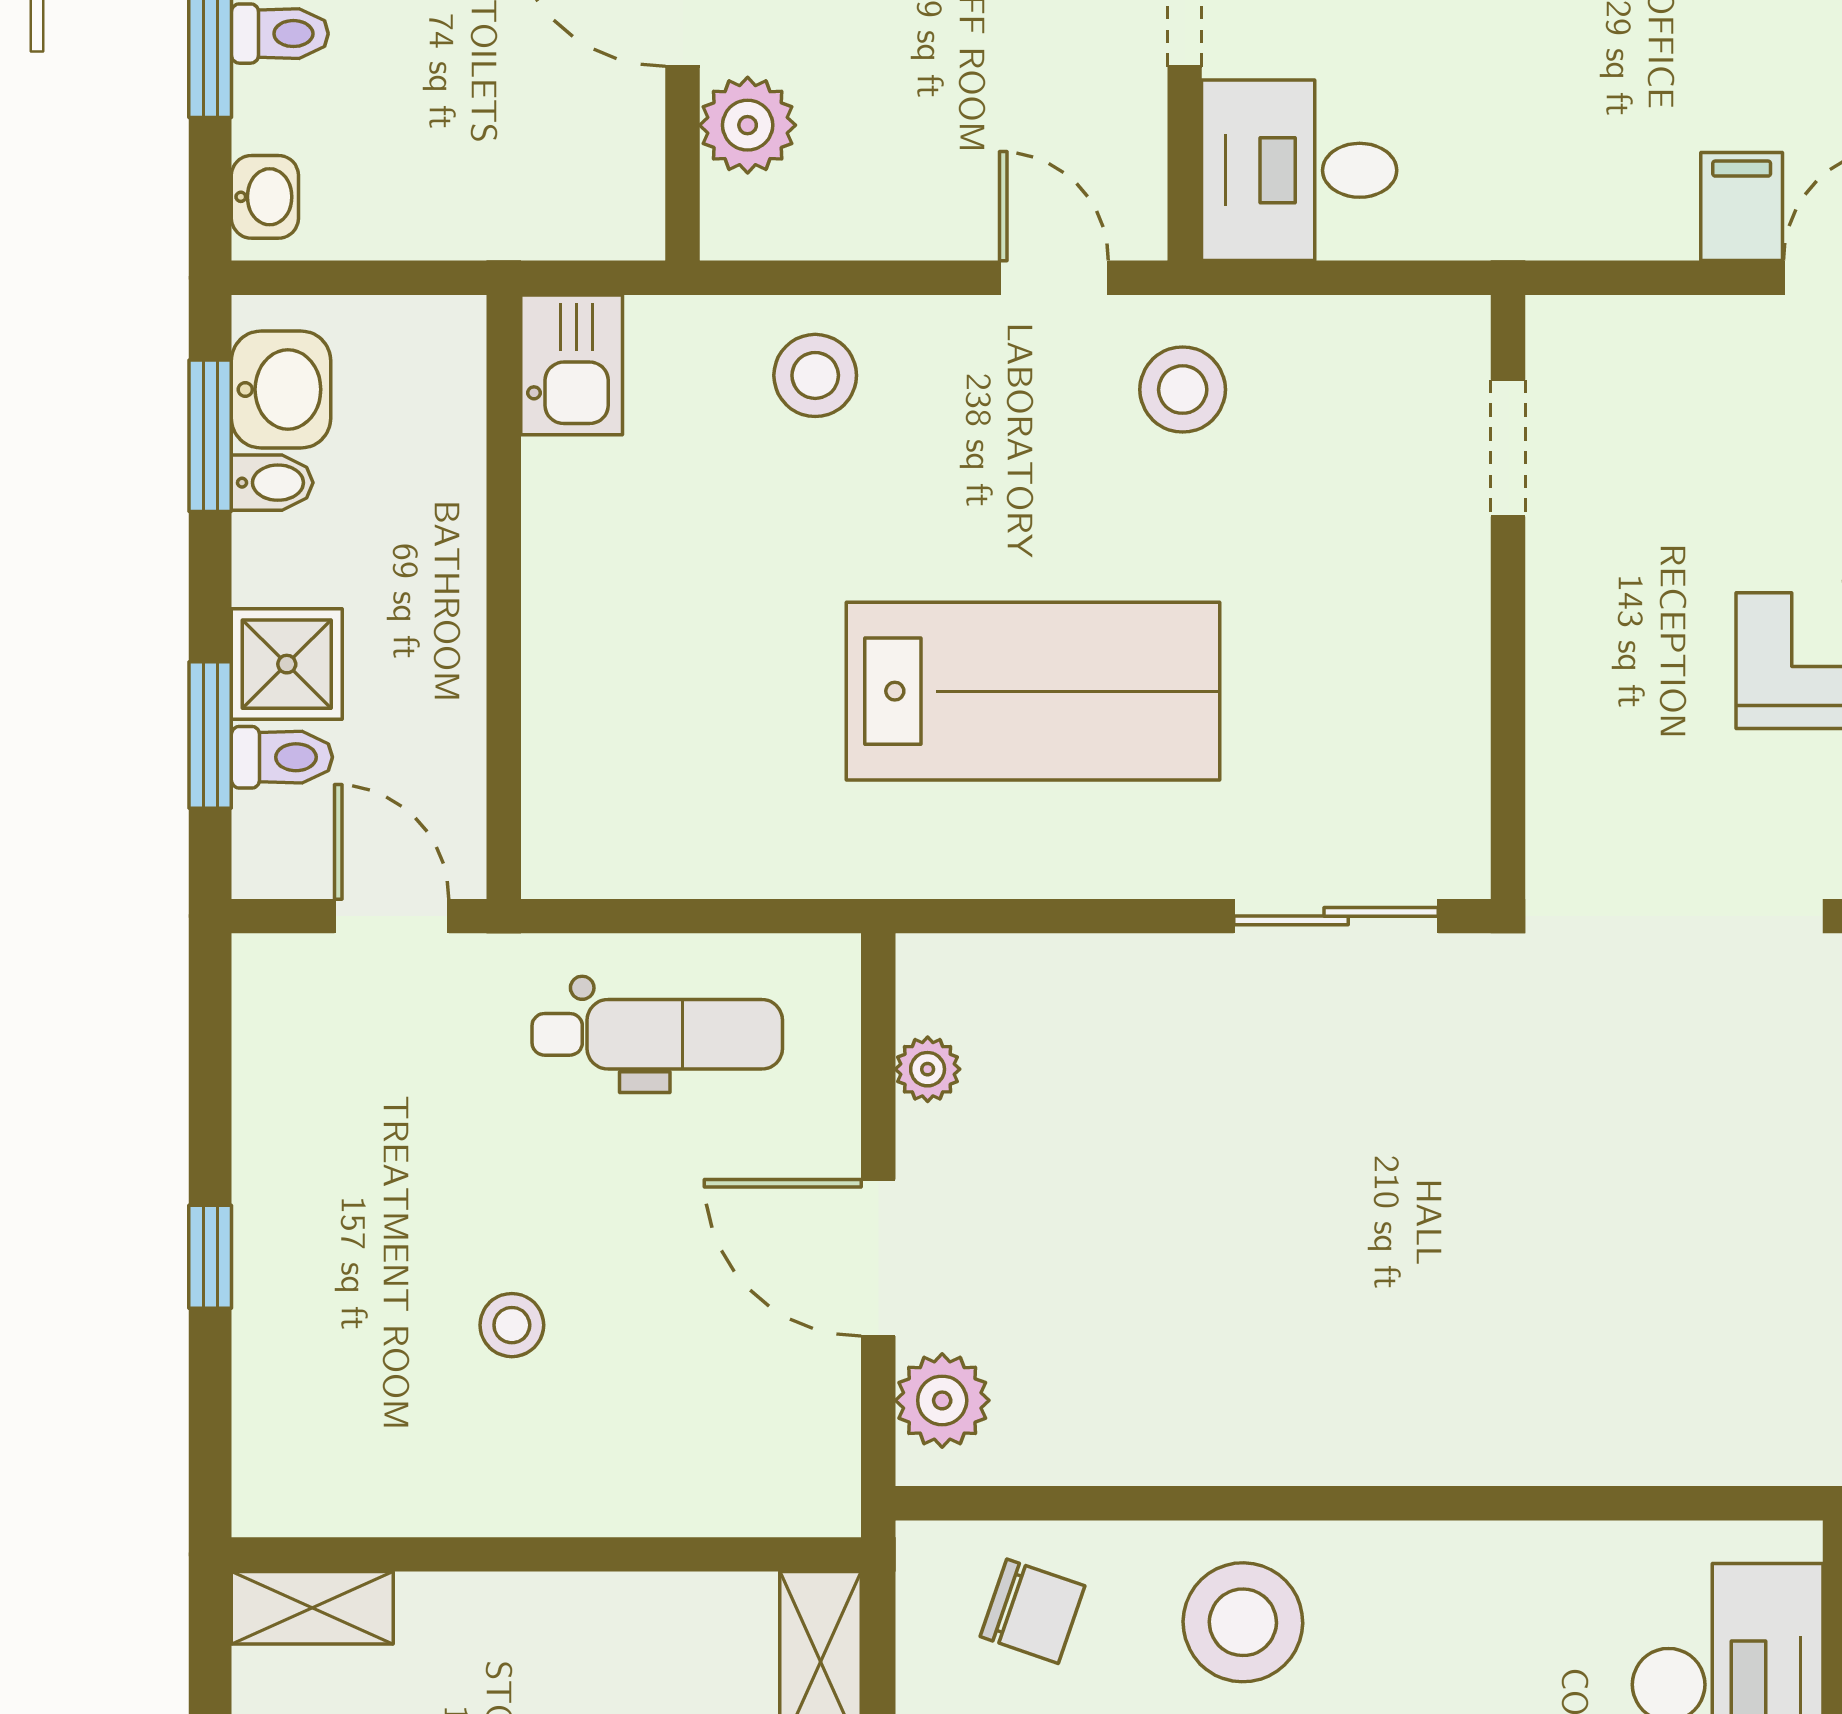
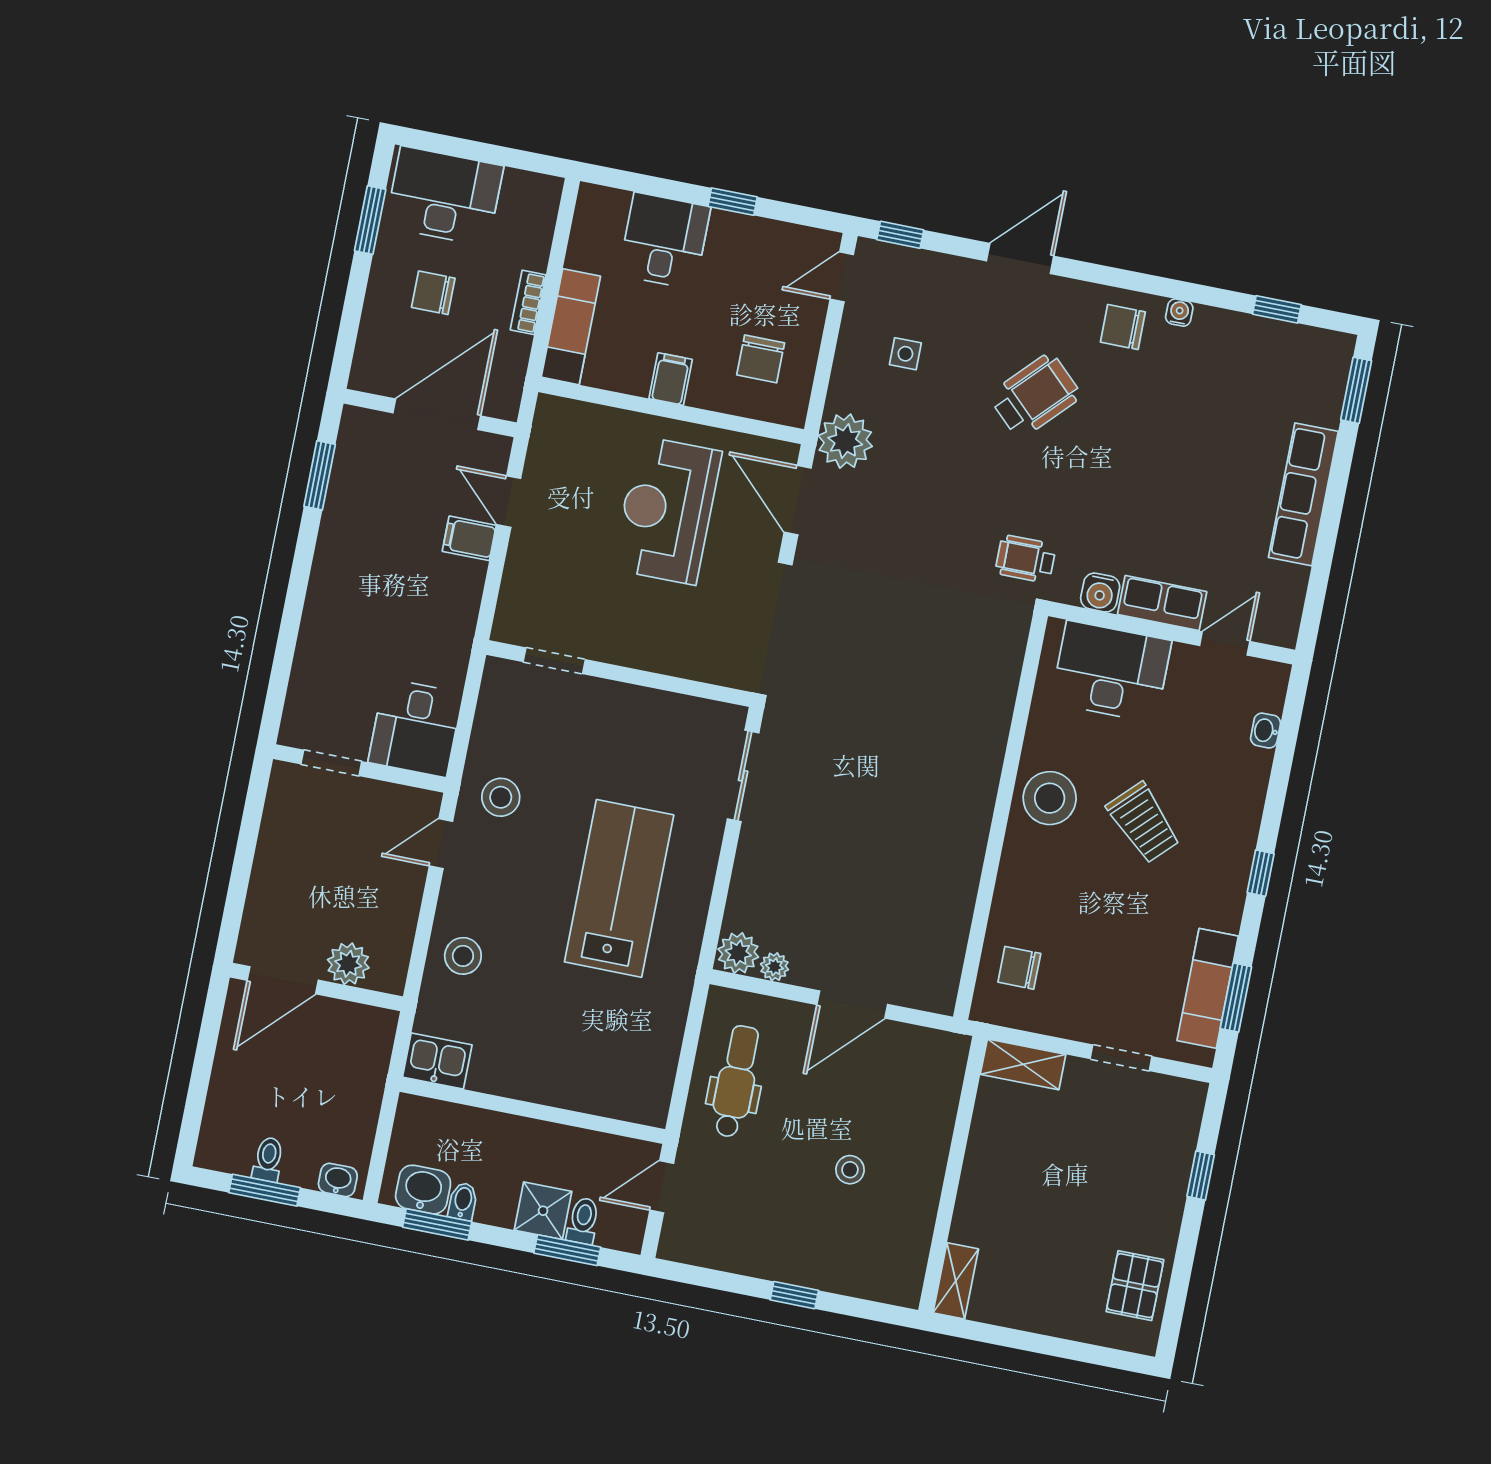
plant: (942, 1400) -> (738, 953), moved
chair: (1032, 1611) -> (1019, 968), turned -109
stool: (1243, 1622) -> (1050, 798), moved

